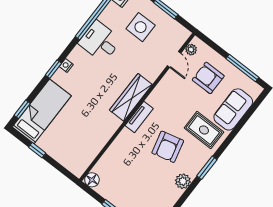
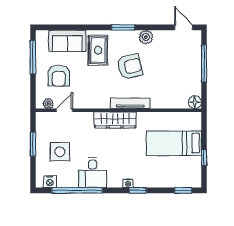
bed: (42, 111) -> (174, 143), moved
tv unit: (139, 117) -> (130, 103), width x1.41

